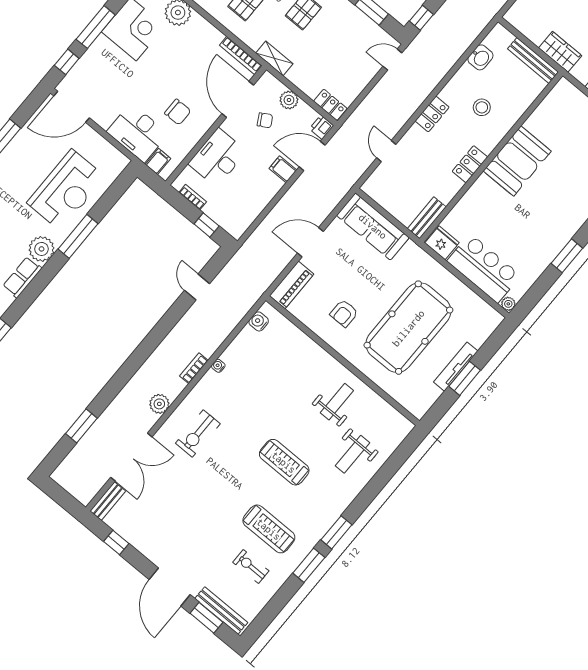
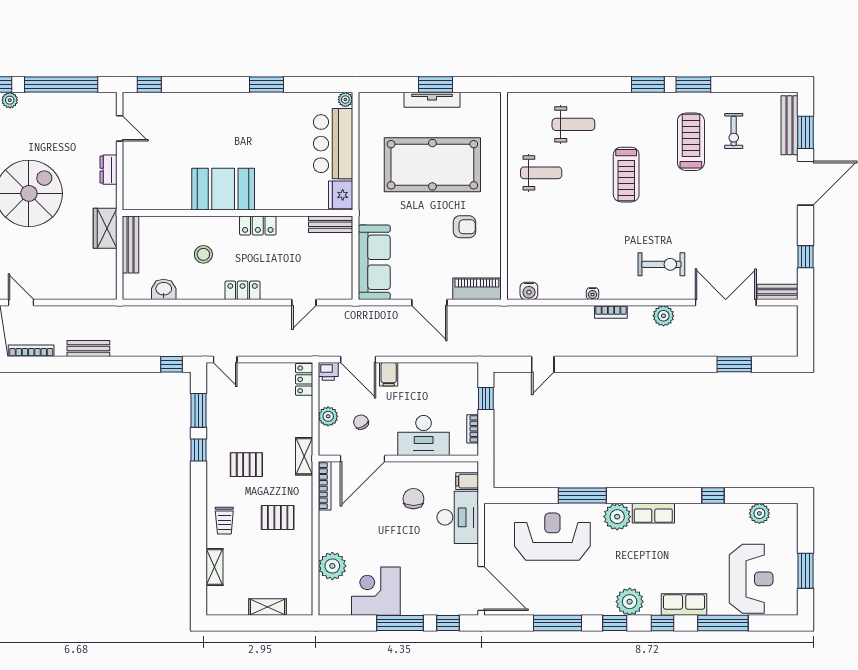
weight bench: (337, 402) -> (541, 173), turned 180

